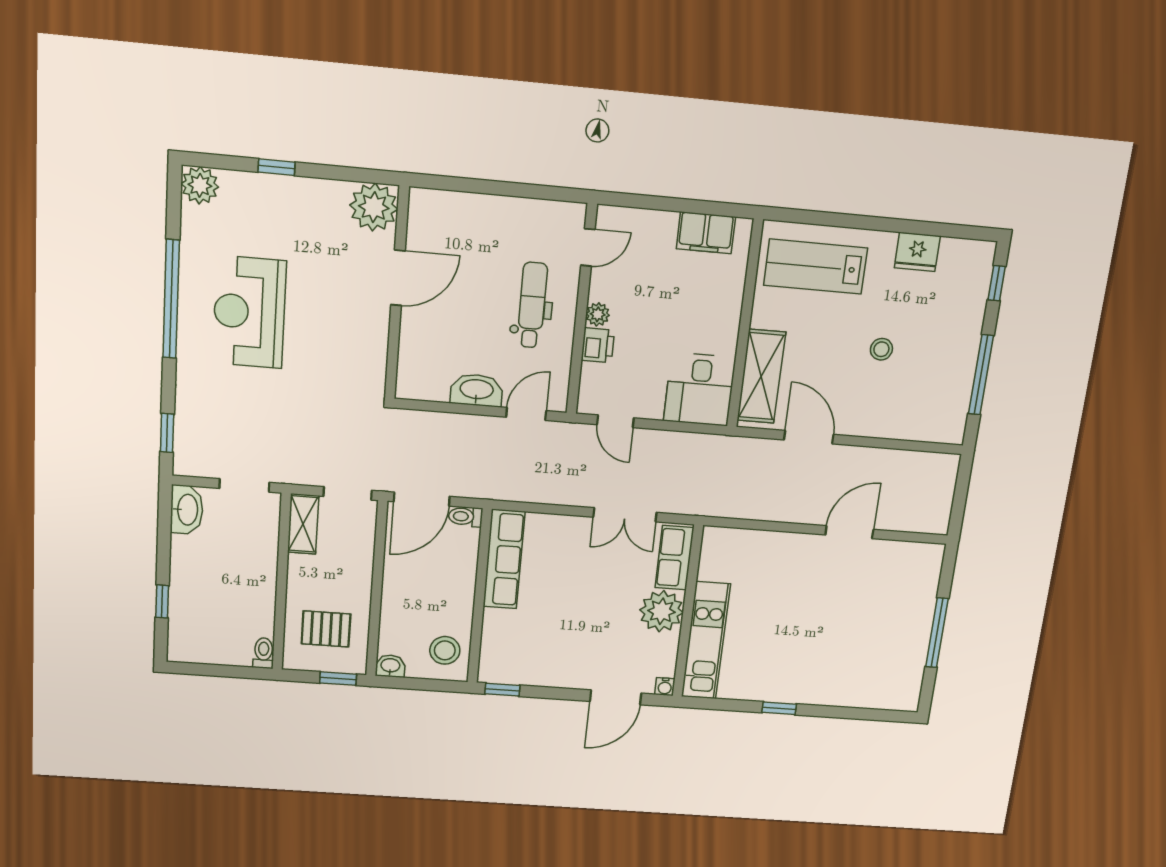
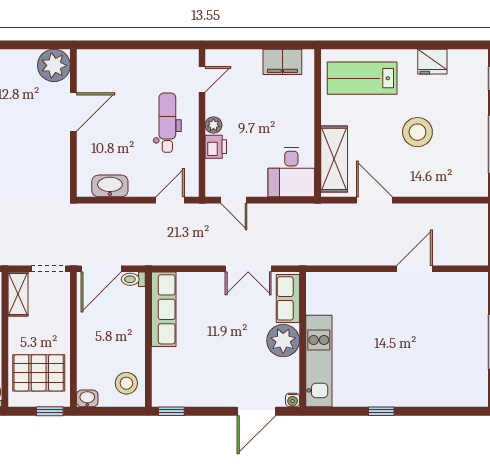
stool: (881, 349) -> (417, 132), width x1.89, depth x1.89
washbasin: (477, 390) -> (110, 186), moved
pallet: (326, 629) -> (39, 373), width x1.50, depth x1.42

